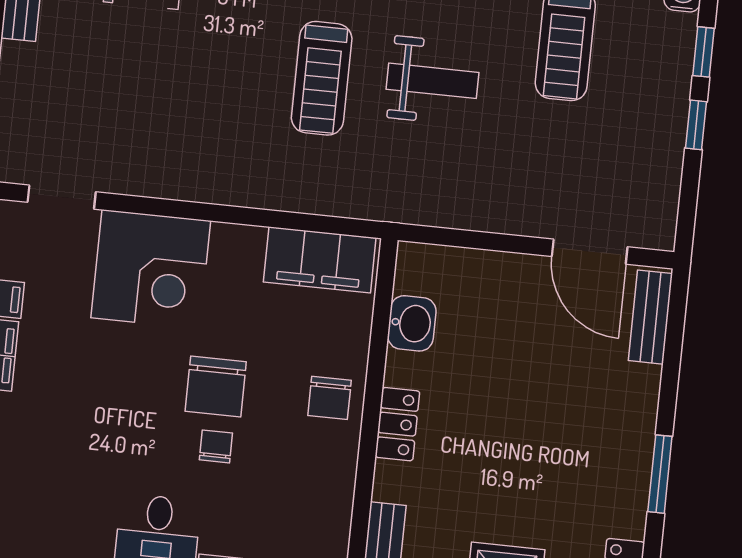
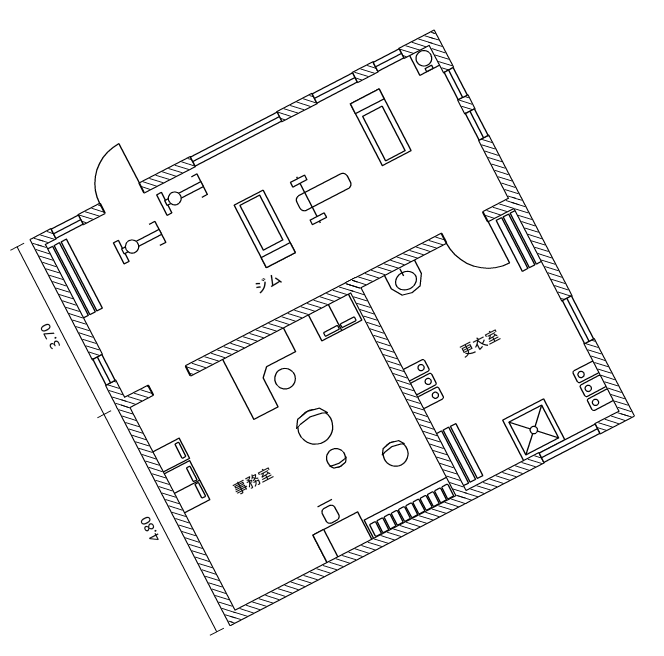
treadmill: (322, 78) -> (265, 229), turned 180
filing cabinet: (320, 260) -> (335, 317), width x0.67, depth x0.86
corner desk: (151, 269) -> (268, 373), moved
washbasin: (412, 323) -> (406, 280), moved, turned 90
chair: (330, 398) -> (396, 454), moved

